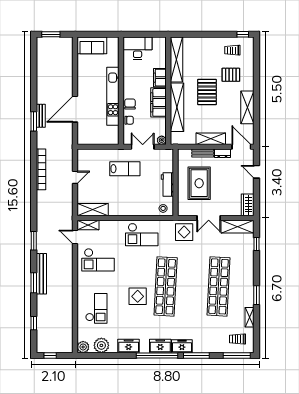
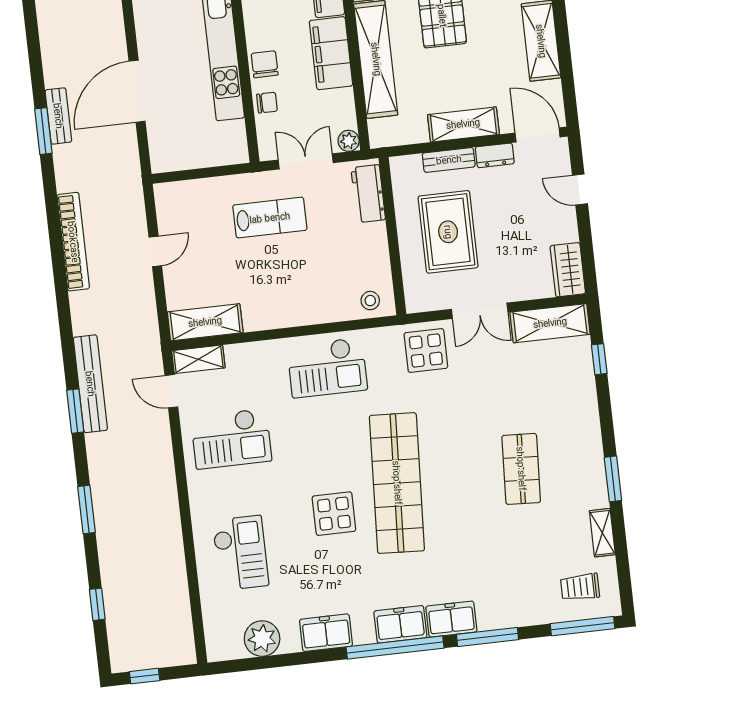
workbench: (167, 185) -> (368, 194), moved
bench: (41, 274) -> (90, 384), moved
shop shelf: (219, 286) -> (521, 469), width x0.50, depth x0.74
plant: (83, 347) -> (220, 647), removed

